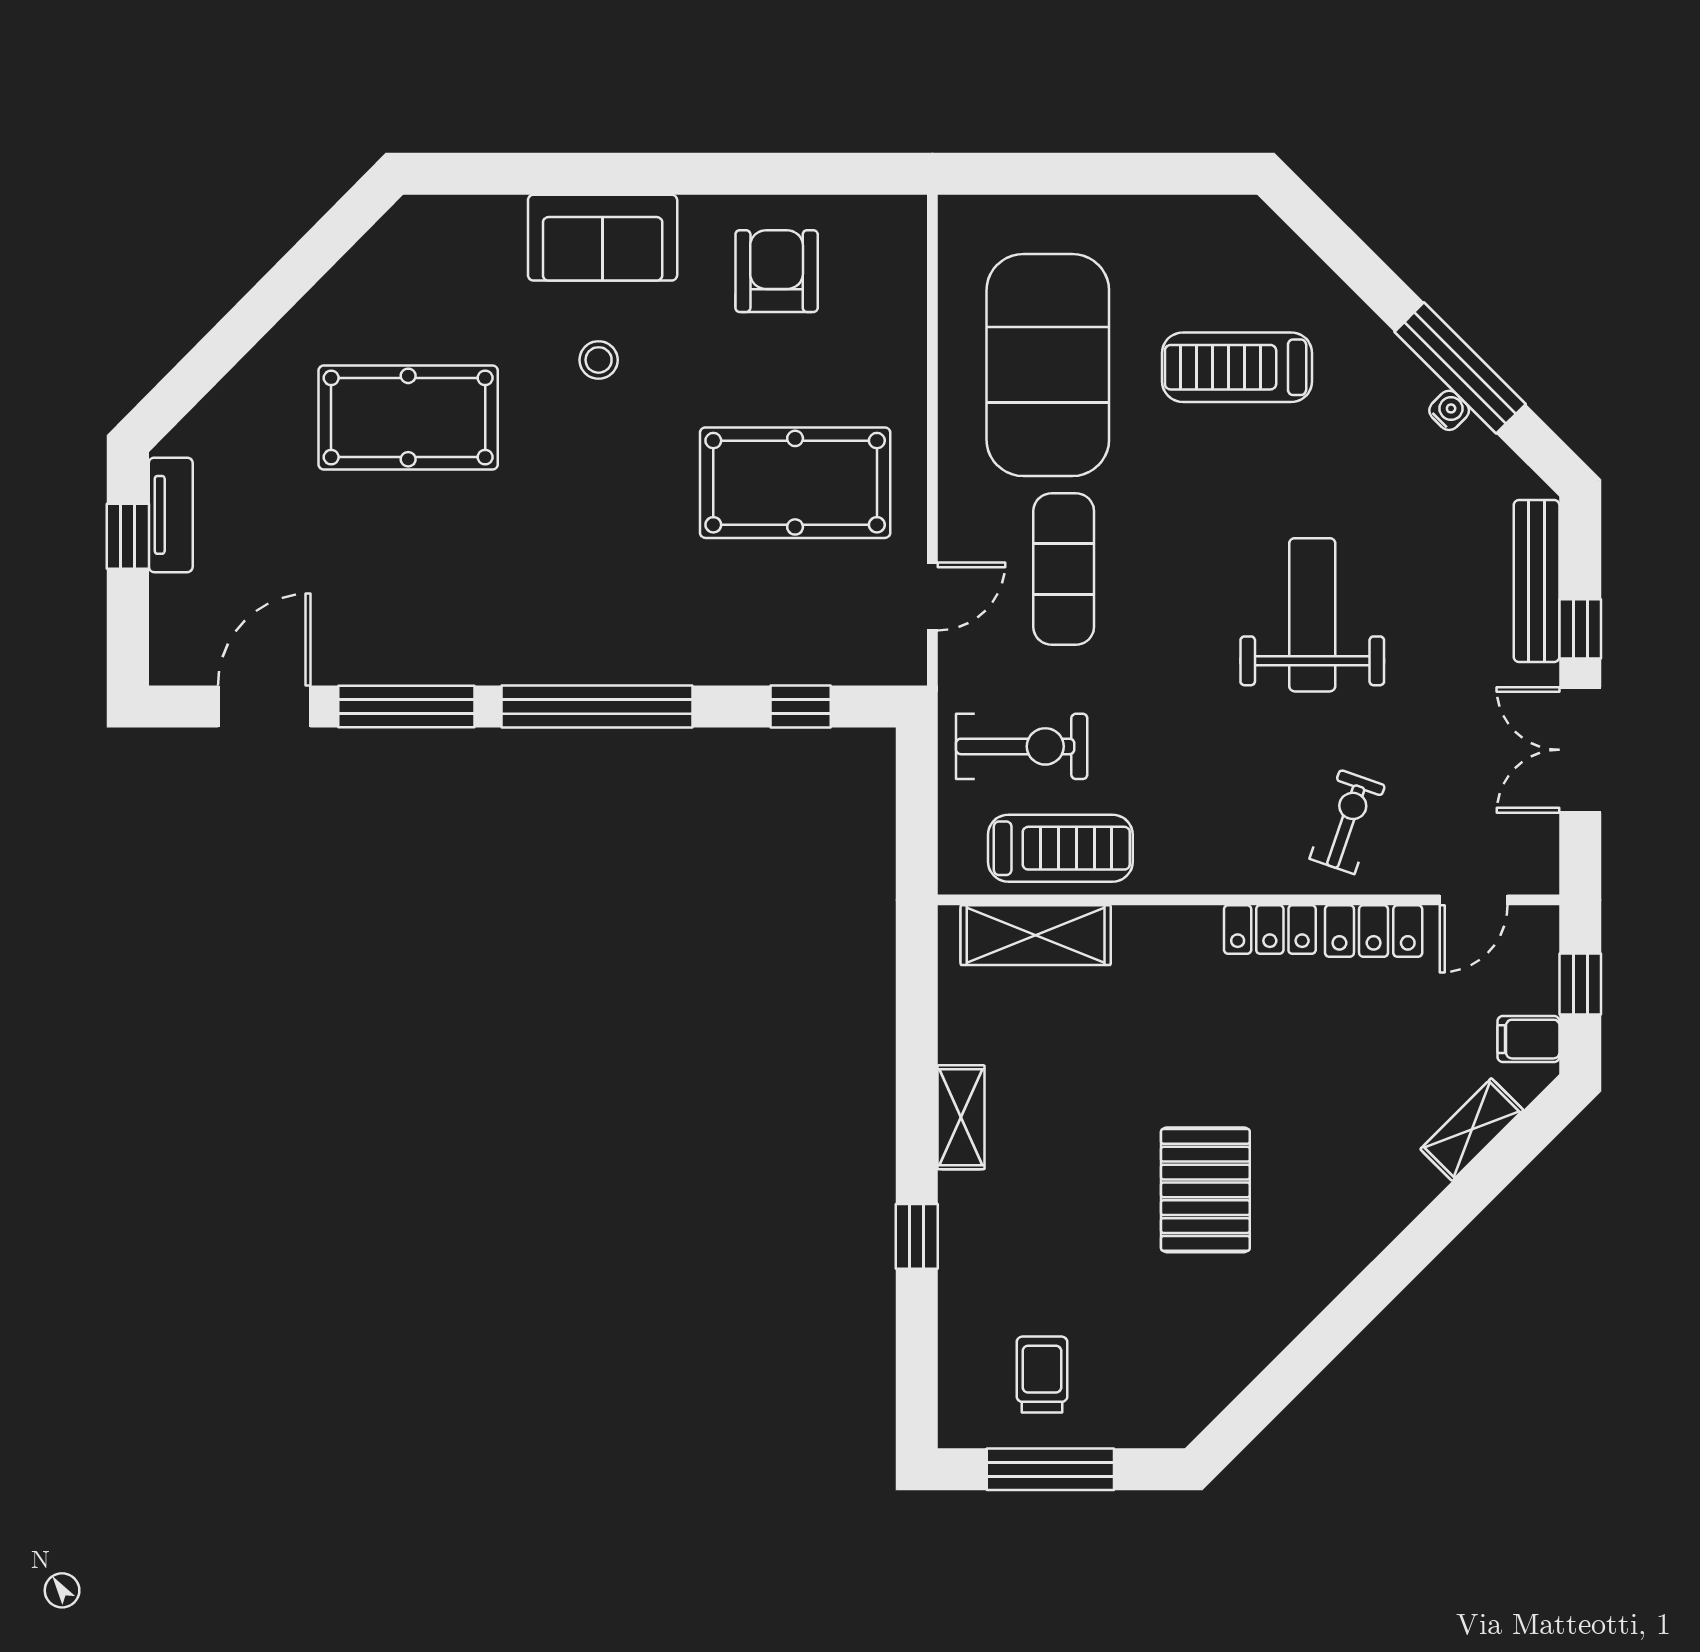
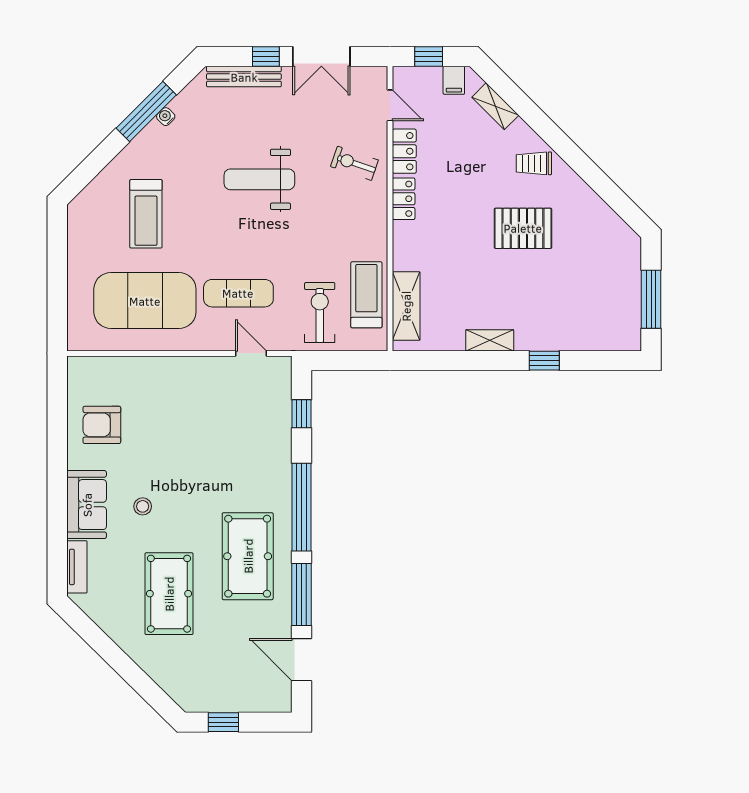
pool table: (795, 483) -> (248, 556), moved
tv unit: (171, 515) -> (77, 567), moved, turned 90
trolley: (1042, 1374) -> (534, 163), moved

